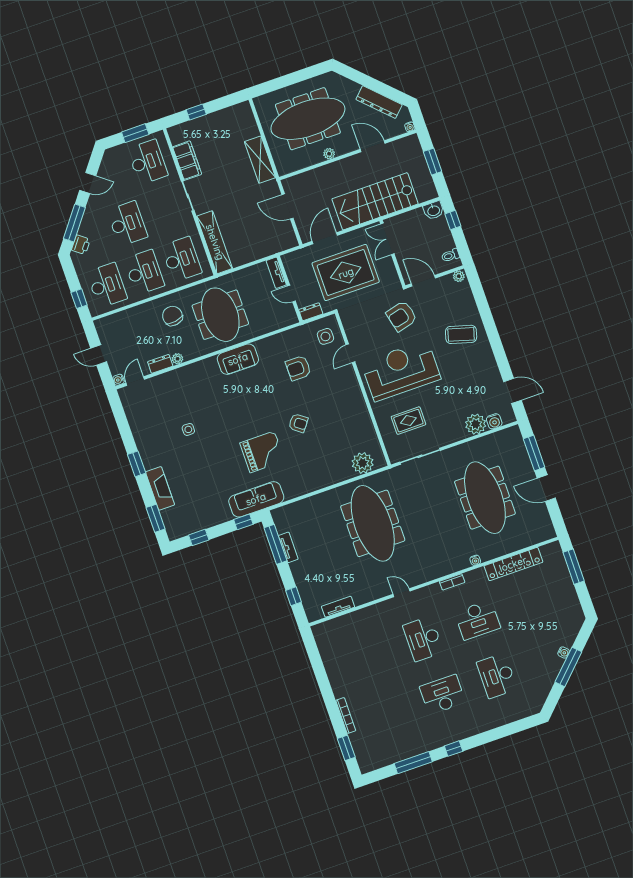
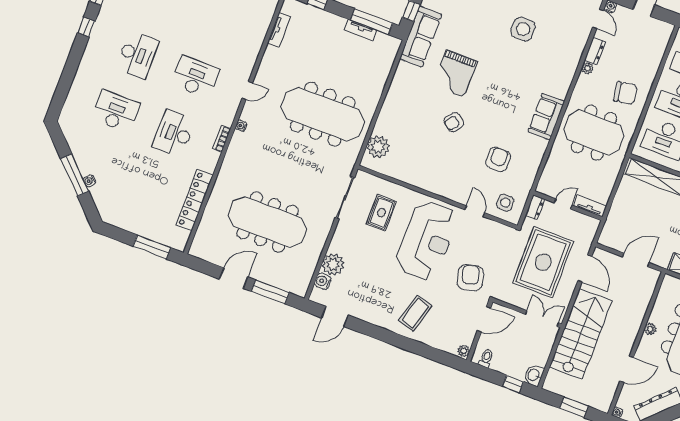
side table: (188, 429) -> (523, 29), width x1.87, depth x1.87
water cooler: (475, 560) -> (241, 126), moved

